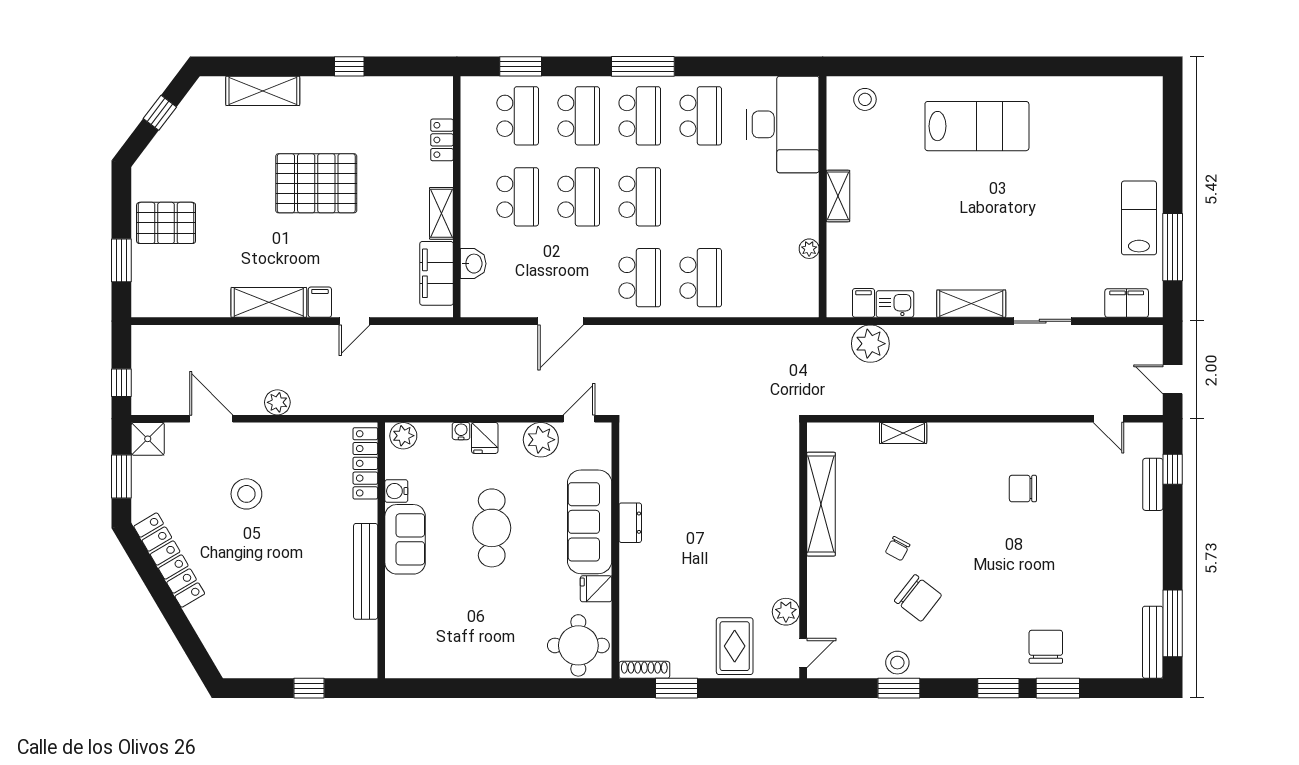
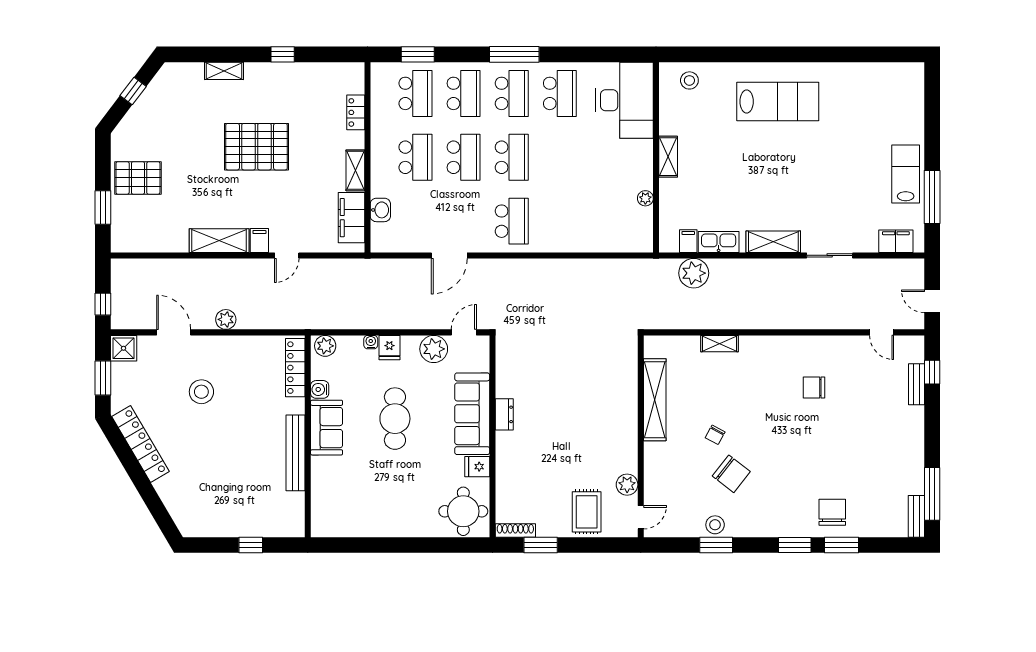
shelving: (263, 91) -> (224, 71), width x0.67, depth x0.75
school desk: (701, 278) -> (560, 221), removed
kitchen sink: (895, 304) -> (719, 242), width x1.38
bench: (1153, 642) -> (916, 516), width x0.73

